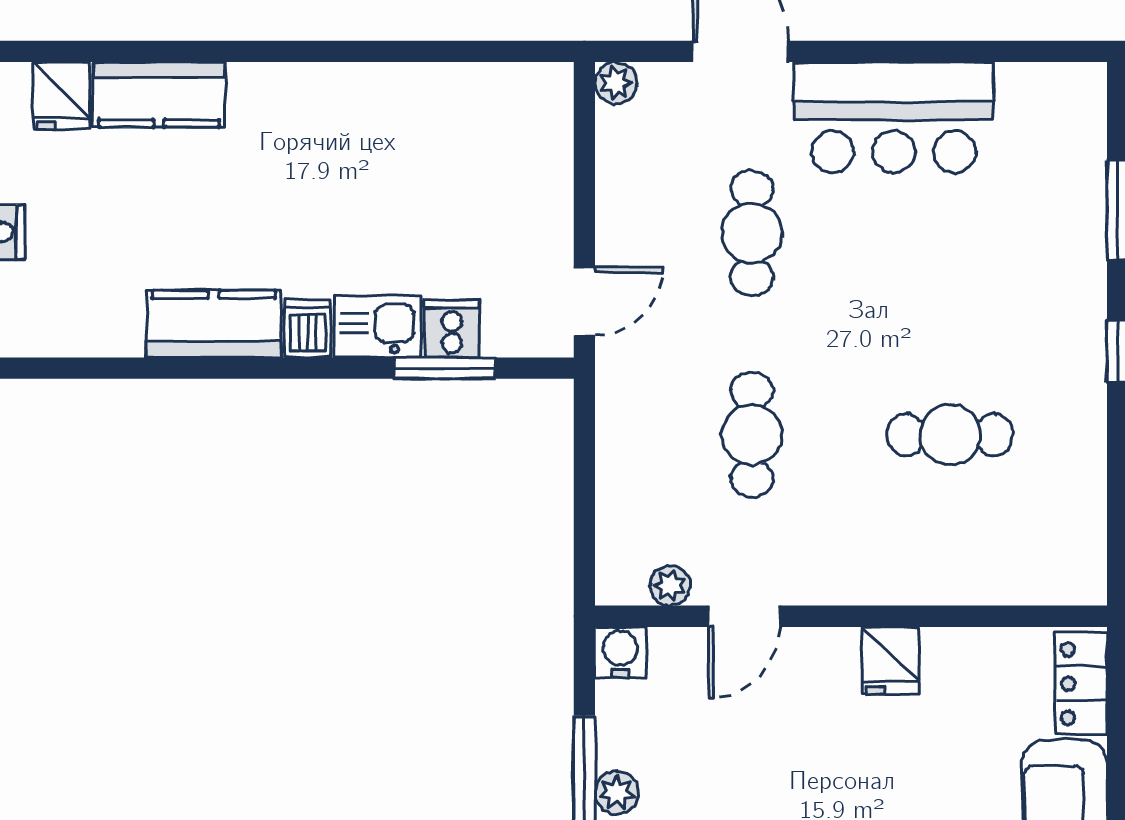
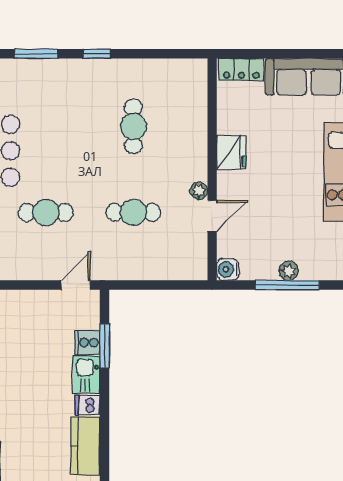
door: (584, 301) -> (76, 285), hinge flipped
plant: (670, 586) -> (199, 191), moved
door: (744, 616) -> (212, 216), hinge flipped
fridge: (890, 661) -> (231, 152), width x1.38

